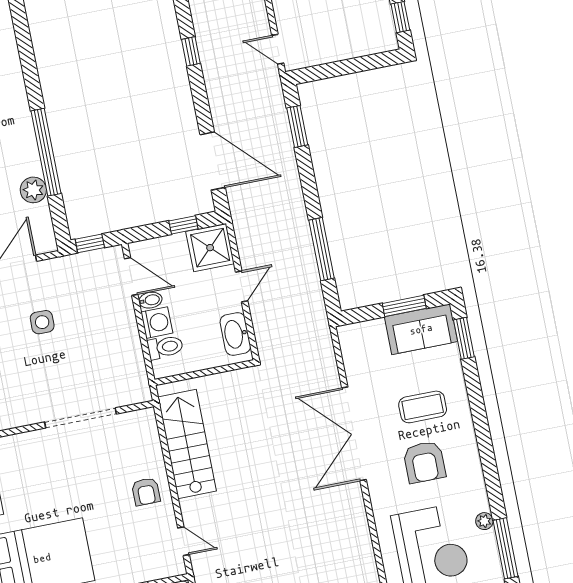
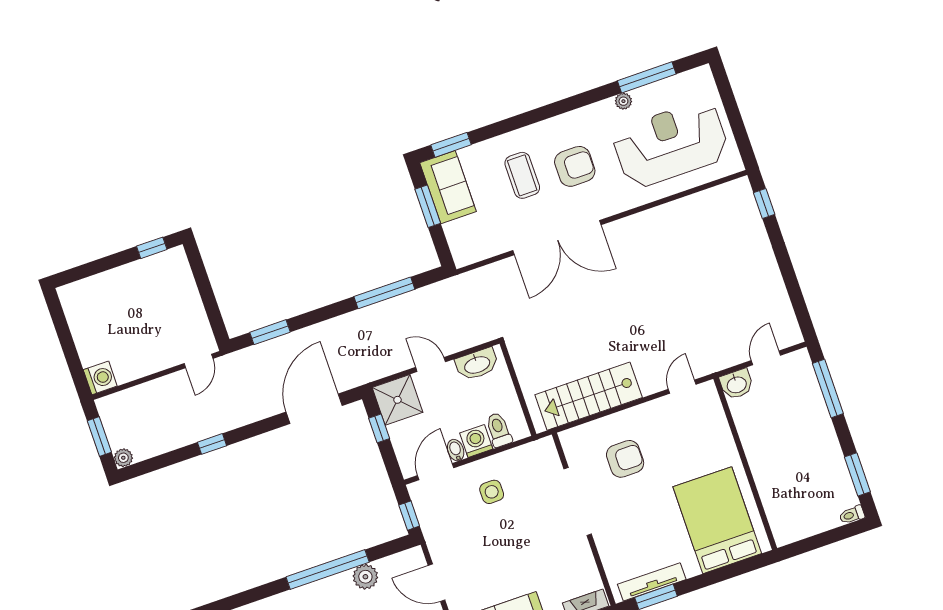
side table: (42, 322) -> (492, 492), moved
armchair: (146, 492) -> (625, 459), moved, width x1.38, depth x1.38

